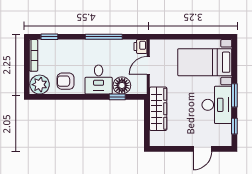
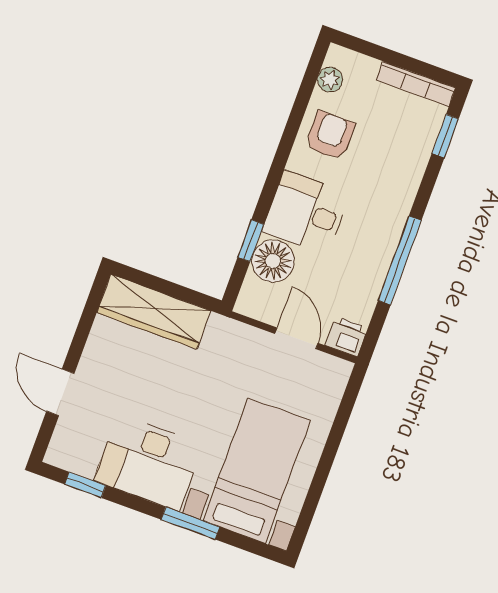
plant: (40, 85) -> (330, 80), width x0.53, depth x0.53
window: (234, 95) -> (190, 523), moved
wardrobe: (158, 109) -> (154, 312), moved

